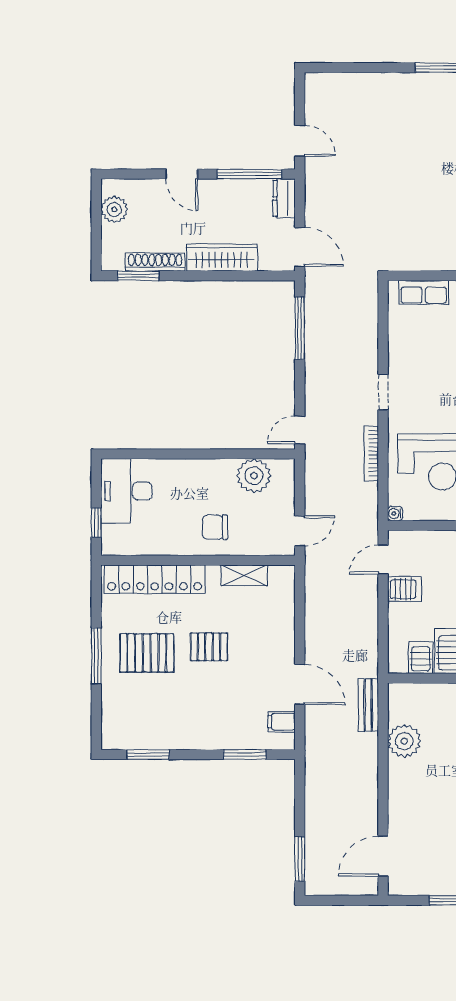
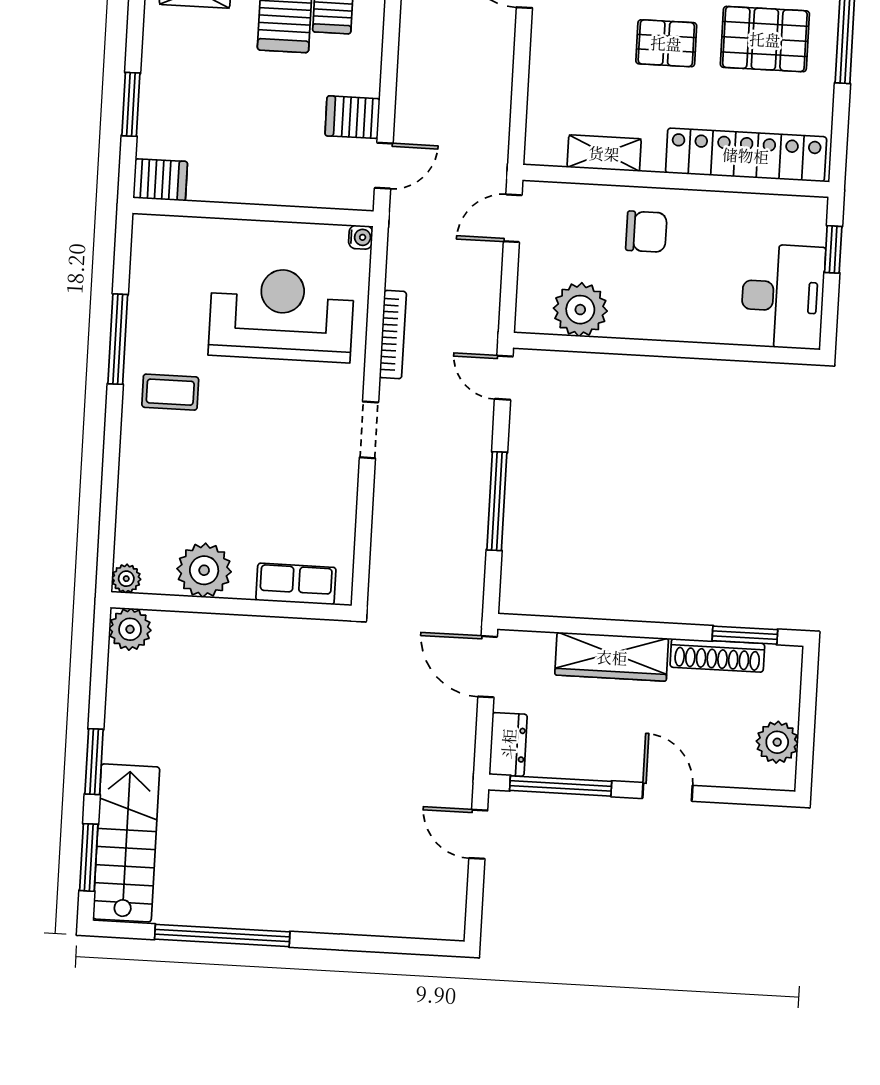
window: (300, 328) -> (497, 501), moved
door: (300, 430) -> (504, 378), swing flipped

